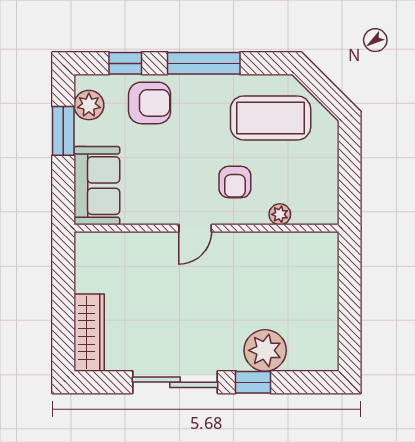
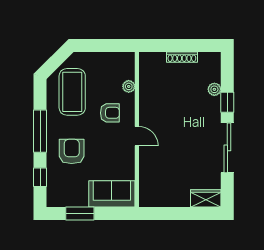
armchair: (150, 103) -> (72, 151), moved
plant: (89, 105) -> (65, 199), removed
shoe rack: (330, 305) -> (182, 57), added
wardrobe: (89, 333) -> (206, 198), width x0.67
plant: (265, 350) -> (214, 89), width x0.53, depth x0.53

